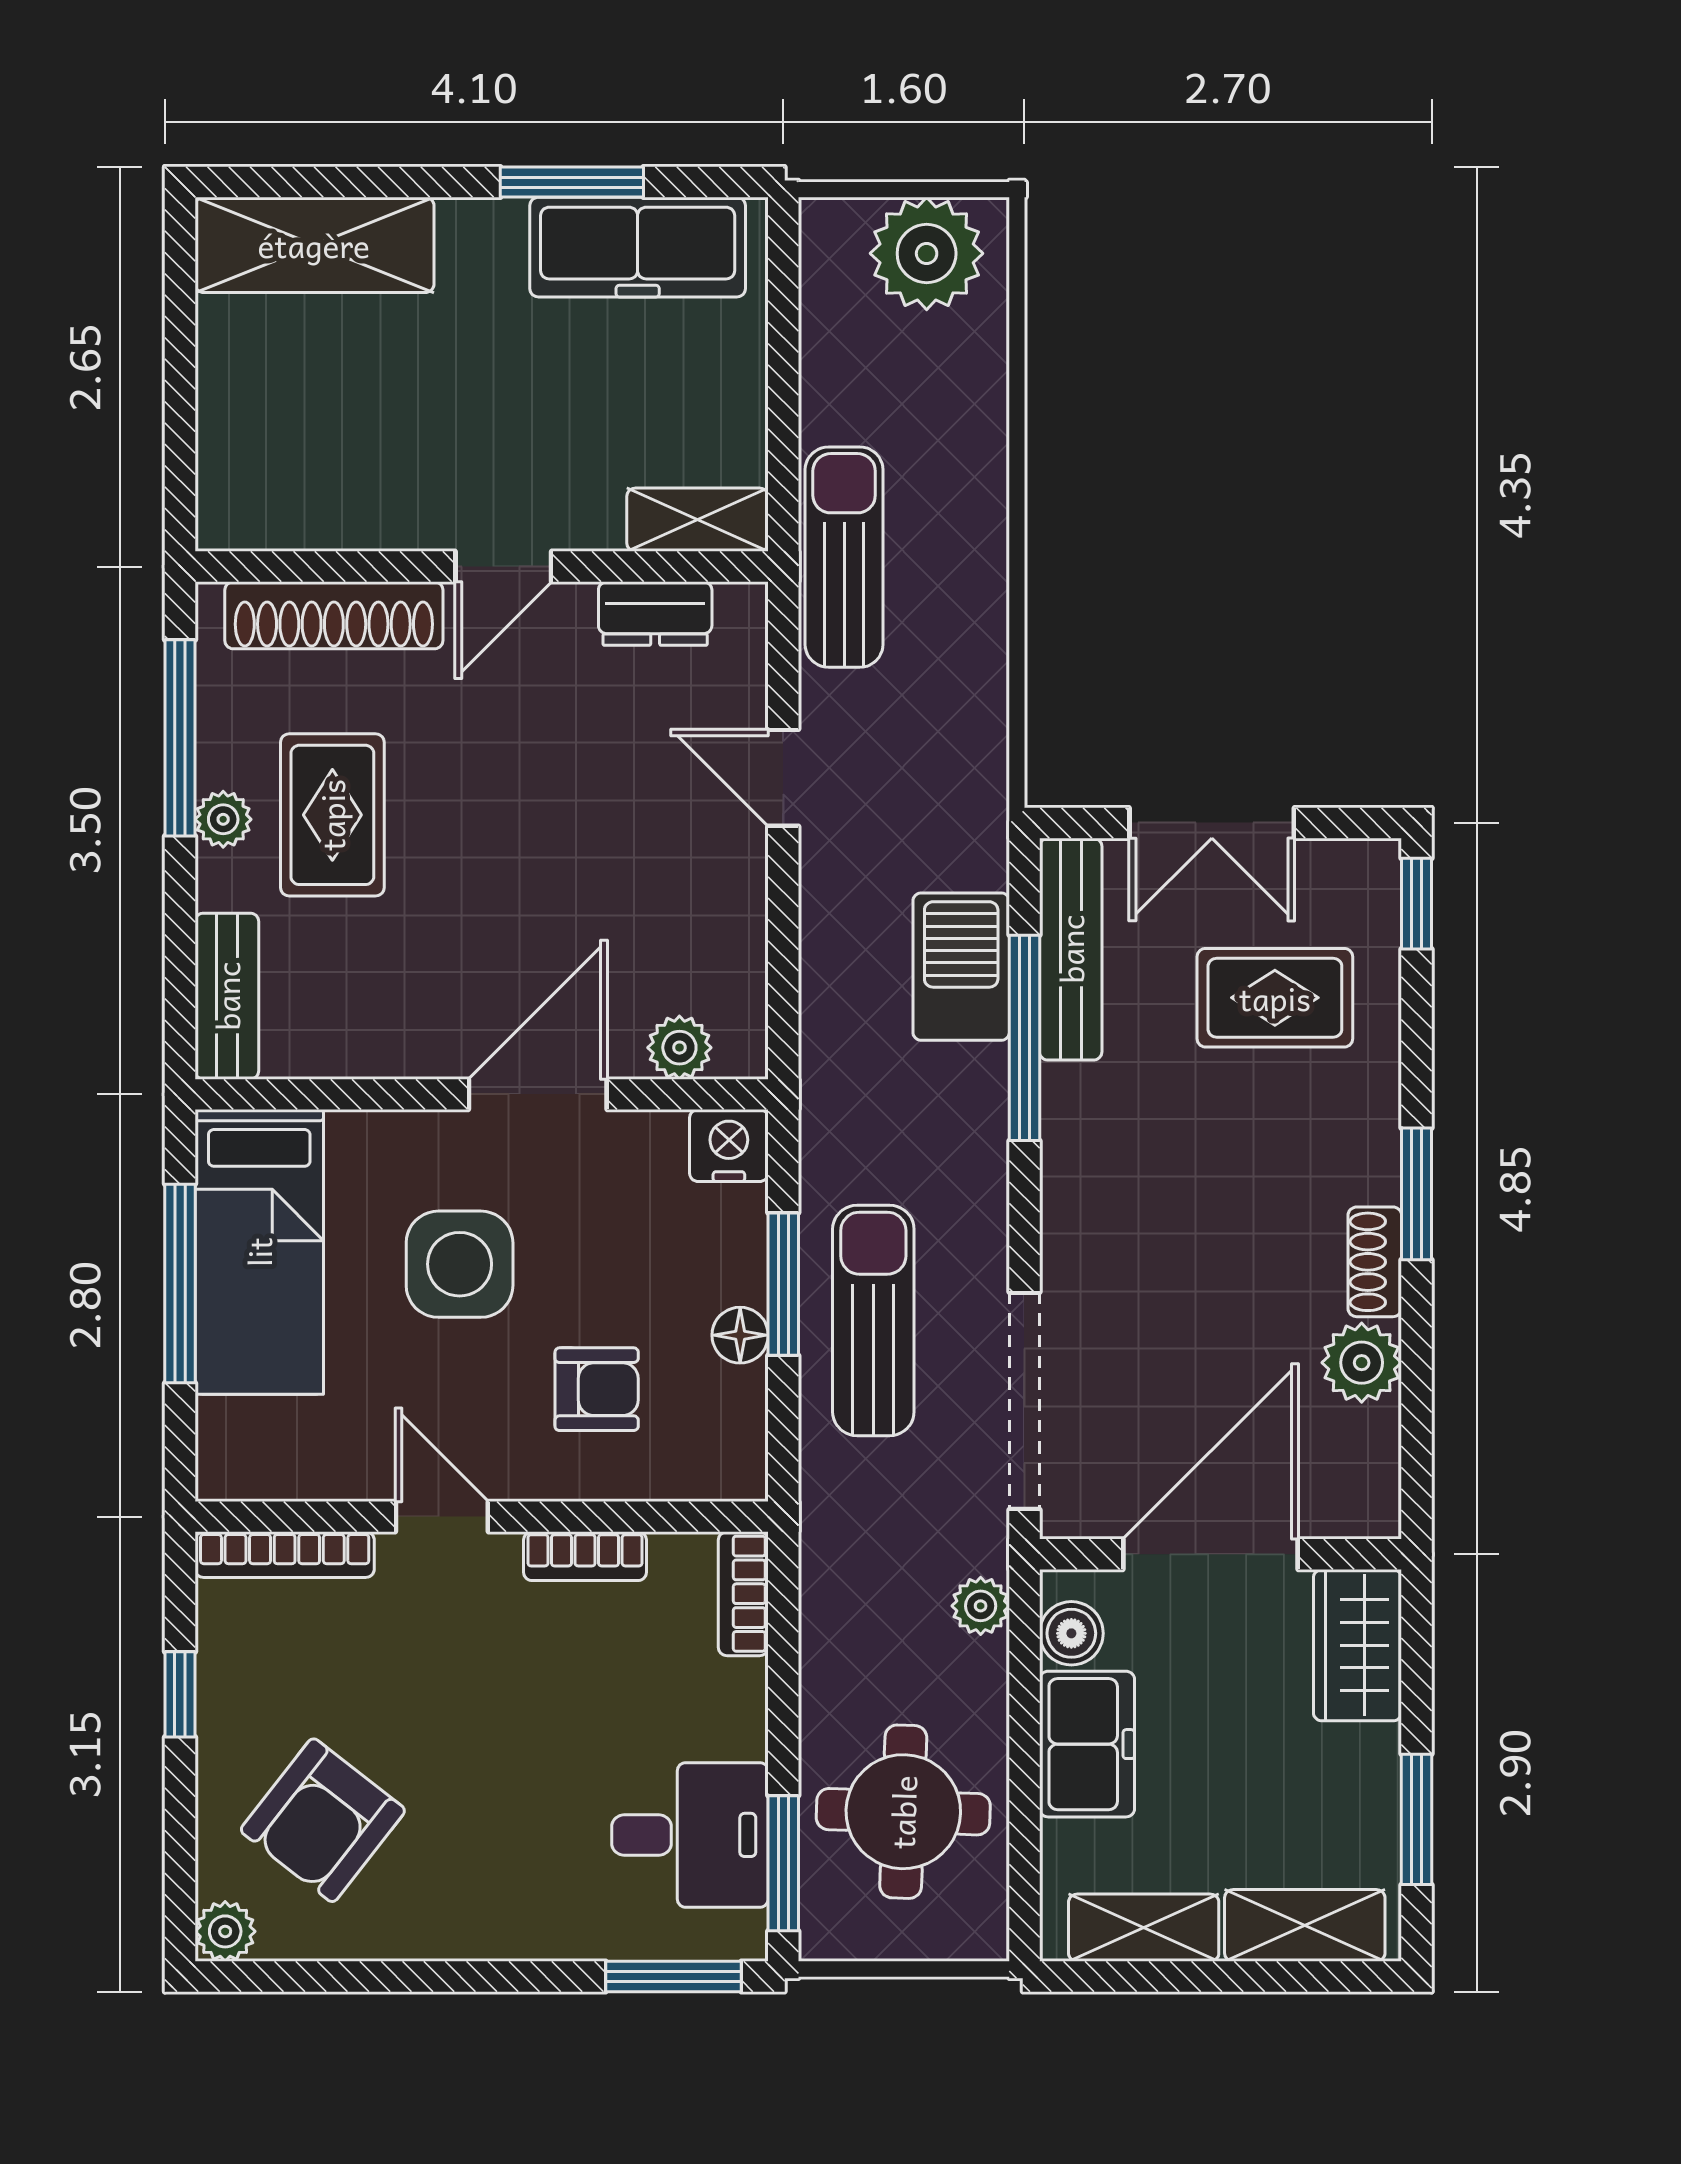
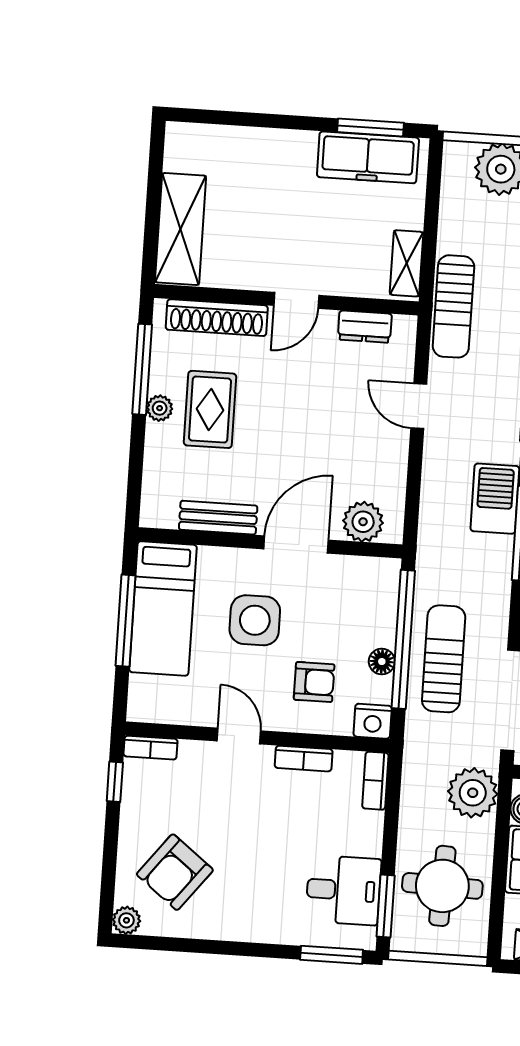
window: (572, 182) -> (370, 127), moved
shelving: (314, 245) -> (181, 229), moved, turned 90
shelving: (698, 520) -> (407, 263), moved, turned 90
sun lounger: (844, 557) -> (453, 306), turned 180
bench: (227, 996) -> (218, 518), moved, turned 90
plant: (679, 1048) -> (363, 522), width x1.38, depth x1.38
nightstand: (729, 1146) -> (373, 721), moved, turned 180
window: (783, 1284) -> (403, 639), width x2.11
bookcase: (285, 1555) -> (151, 748), width x0.64
plant: (981, 1606) -> (473, 793), width x1.88, depth x1.88
window: (180, 1694) -> (115, 782), moved

